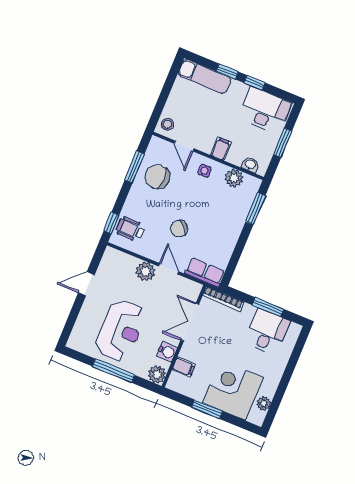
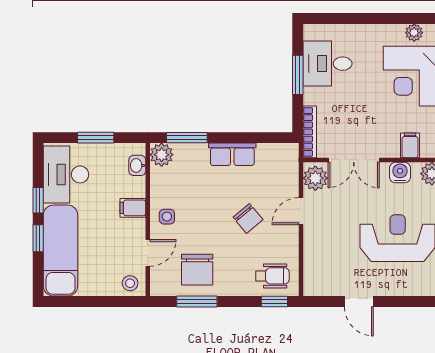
exam couch: (205, 76) -> (61, 251), width x1.36, depth x1.45
plant: (234, 178) -> (162, 155), moved
wheelchair: (130, 229) -> (272, 276), turned -90
plant: (146, 271) -> (315, 178), moved
row of seats: (205, 272) -> (232, 154), moved, turned -90

